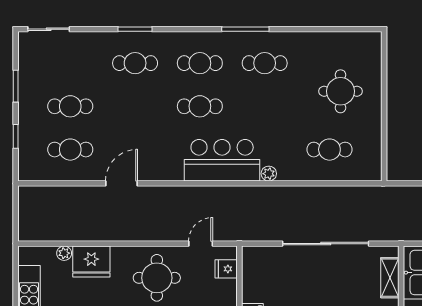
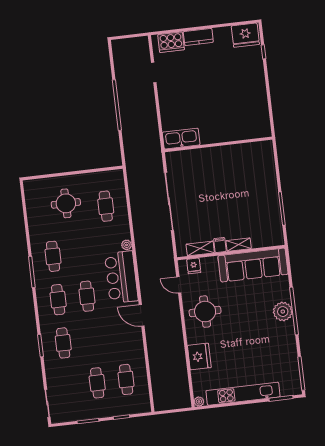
door: (122, 183) -> (142, 315), moved
plant: (64, 253) -> (199, 402), moved
shelving: (390, 278) -> (200, 248), moved

